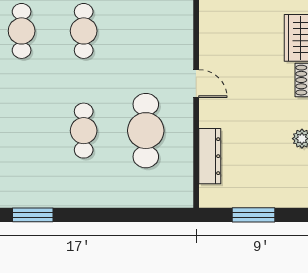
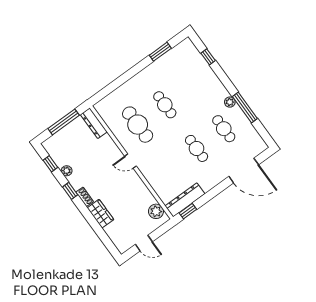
dresser: (210, 156) -> (94, 123), moved
window: (253, 215) -> (64, 122), width x1.44

